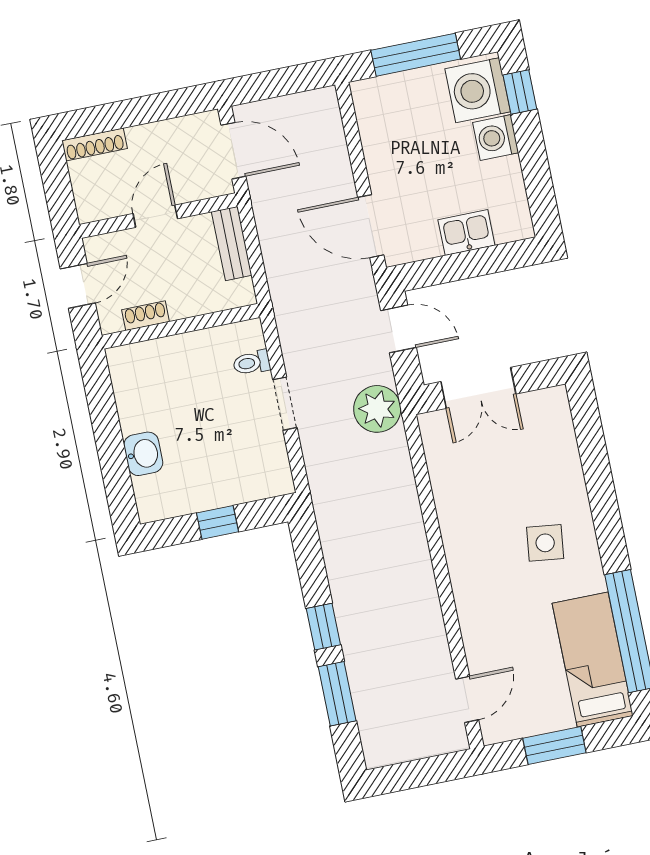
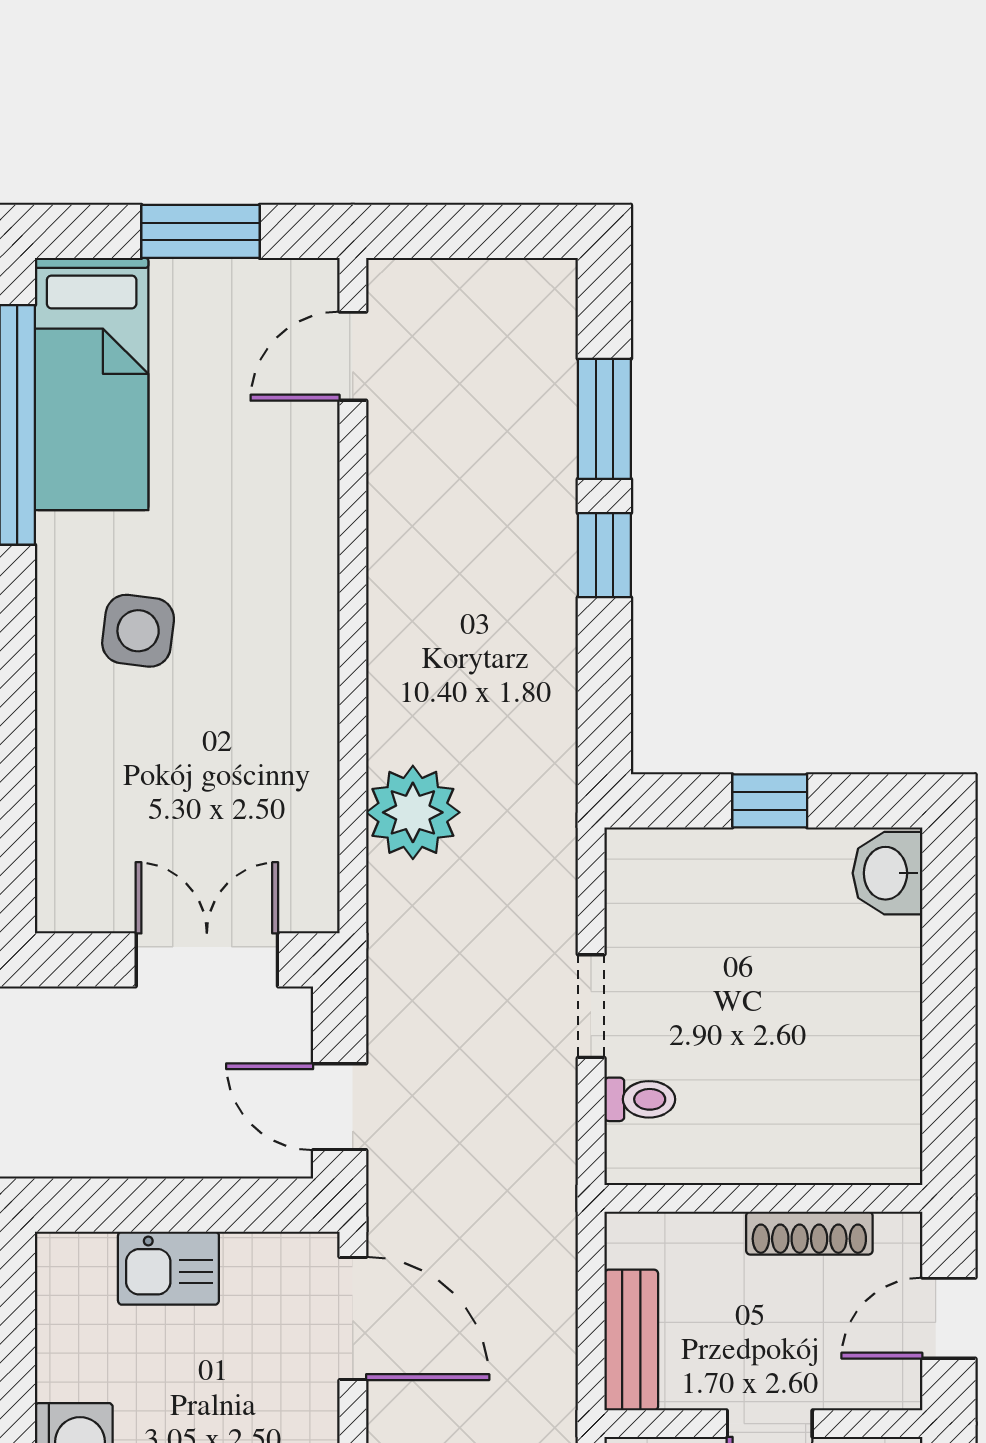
shoe rack: (146, 316) -> (809, 1233), width x1.43
plant: (377, 409) -> (413, 812), moved
washbasin: (143, 454) -> (888, 873), moved

